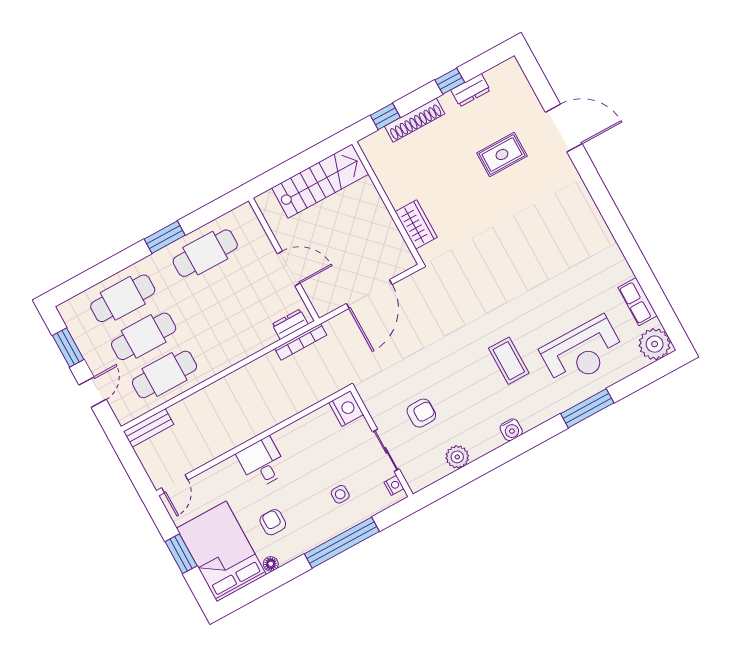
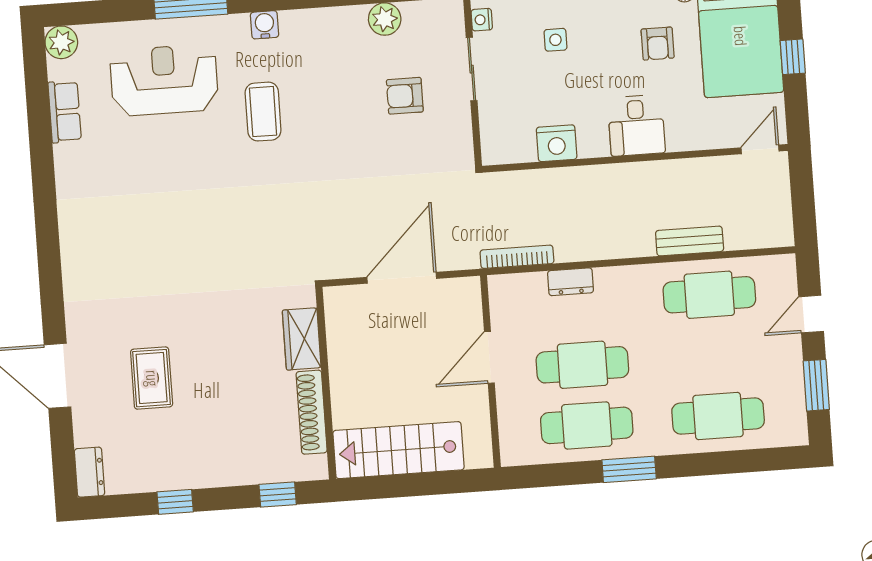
dresser: (471, 90) -> (90, 472), moved, turned 90
shoe rack: (415, 120) -> (312, 412), moved, turned -90
rug: (502, 154) -> (152, 378), turned 90
door: (289, 268) -> (489, 357), hinge flipped
dresser: (290, 324) -> (571, 282), moved
cafe table: (144, 336) -> (582, 365), moved
plant: (655, 344) -> (61, 42), width x0.73, depth x0.73
nightstand: (346, 409) -> (557, 143), moved, turned -90
bench: (149, 428) -> (690, 241), moved
water cooler: (511, 430) -> (265, 25), moved
window: (181, 554) -> (793, 57), width x0.67

